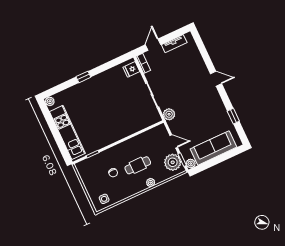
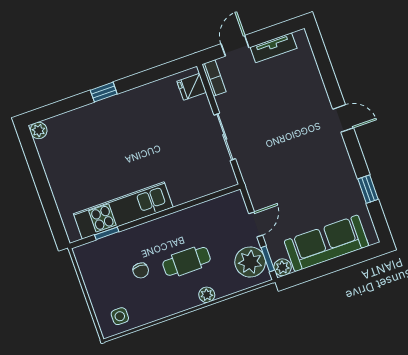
plant: (169, 114) -> (252, 175), removed
kitchen unit: (67, 132) -> (123, 210), moved, turned -90
door: (174, 141) -> (256, 224), hinge flipped

